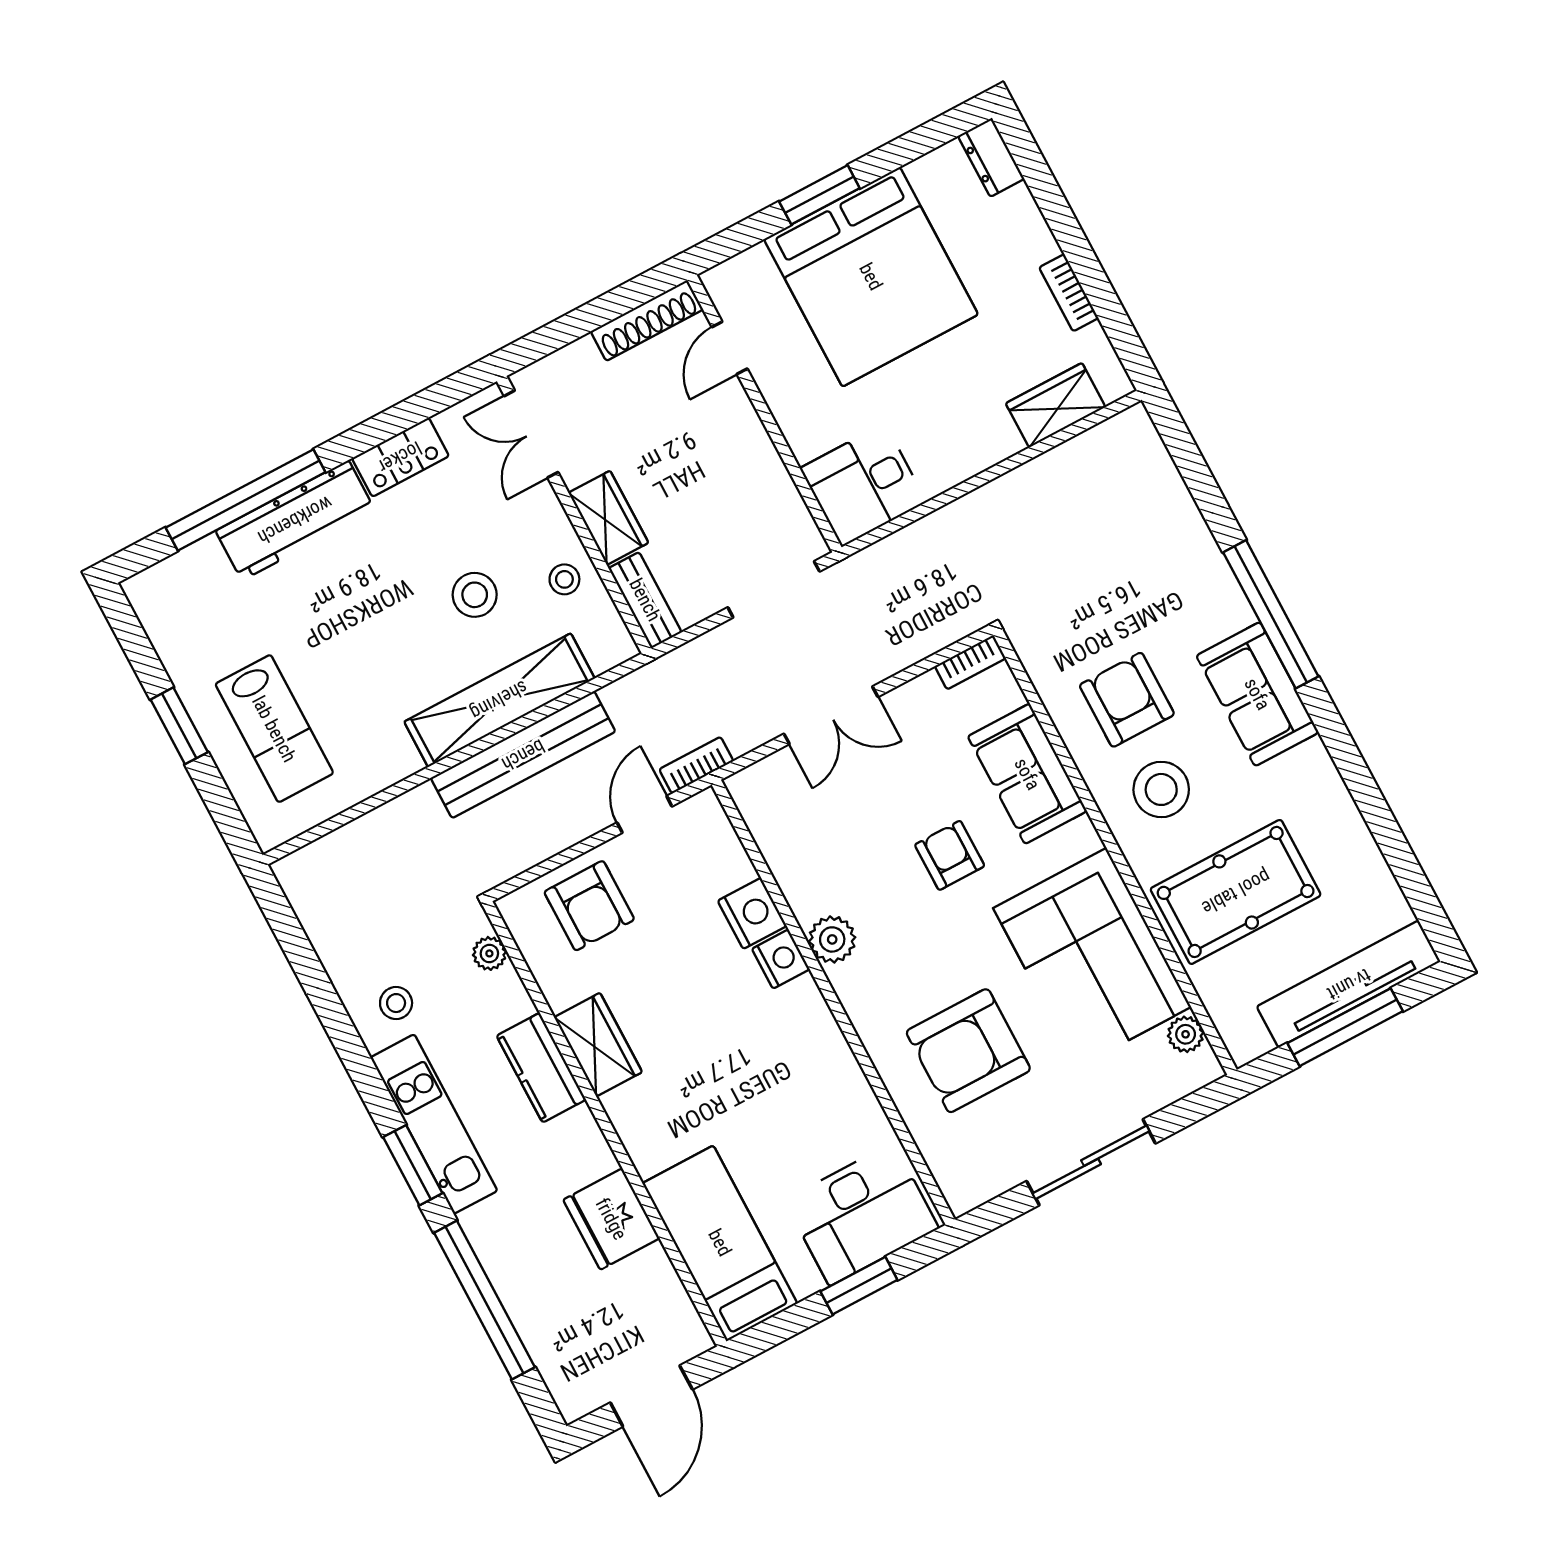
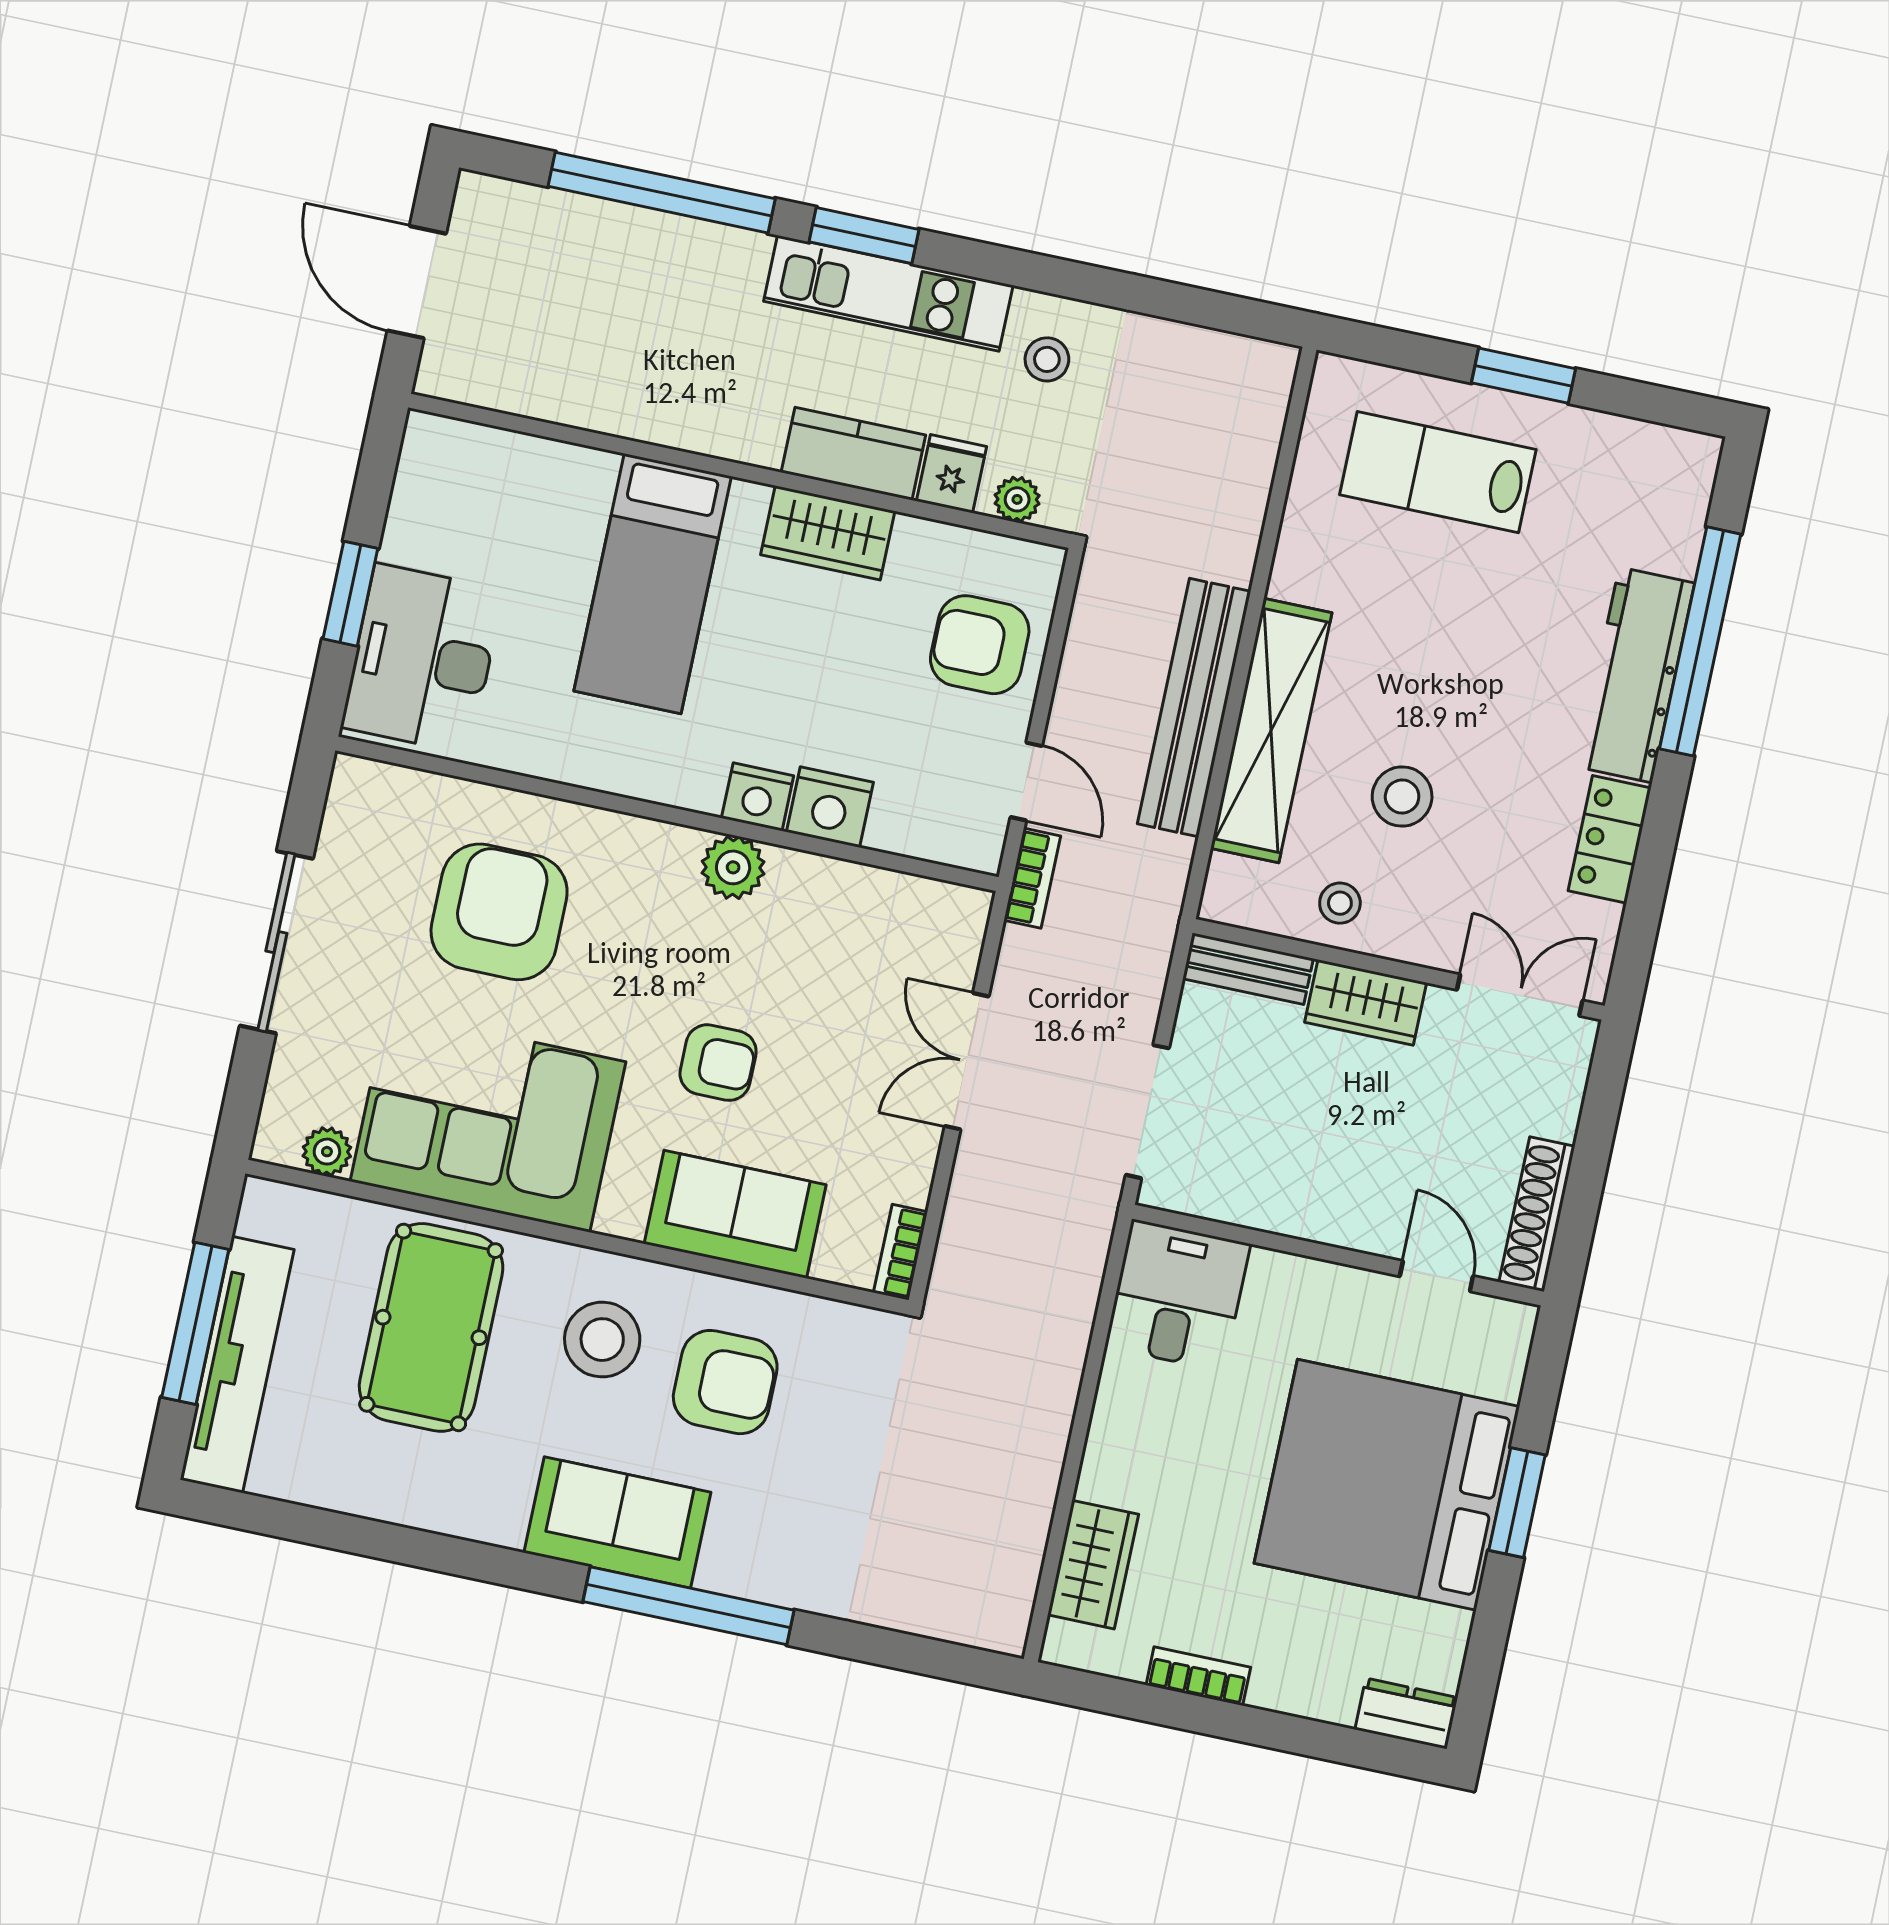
fridge: (611, 1219) -> (951, 474), moved, width x0.53, depth x0.75
bed: (720, 1243) -> (653, 584), moved, turned 90

